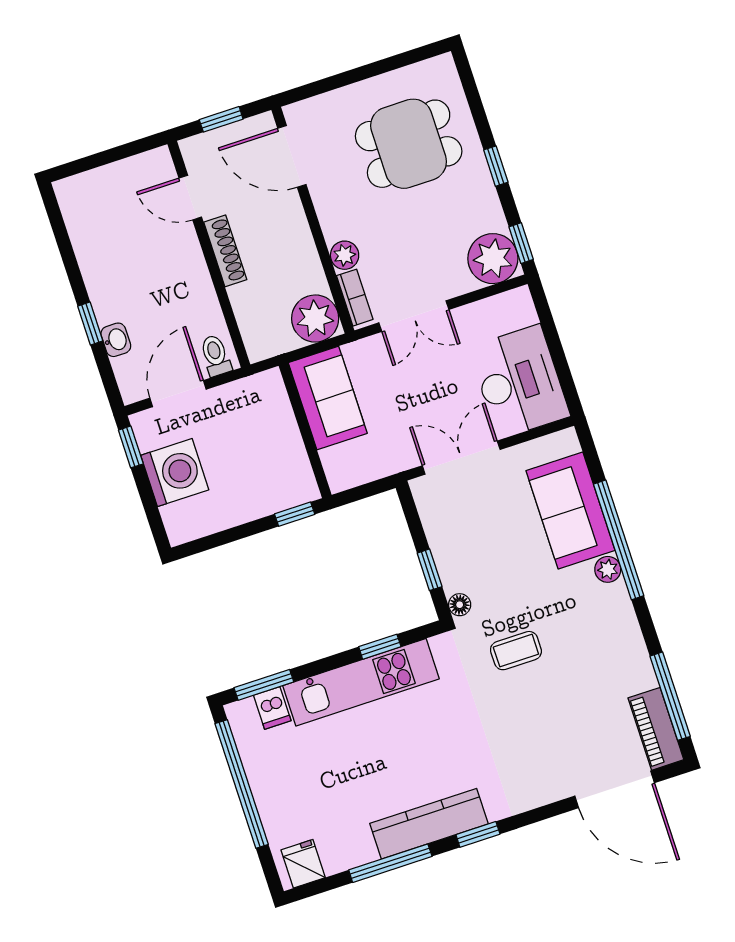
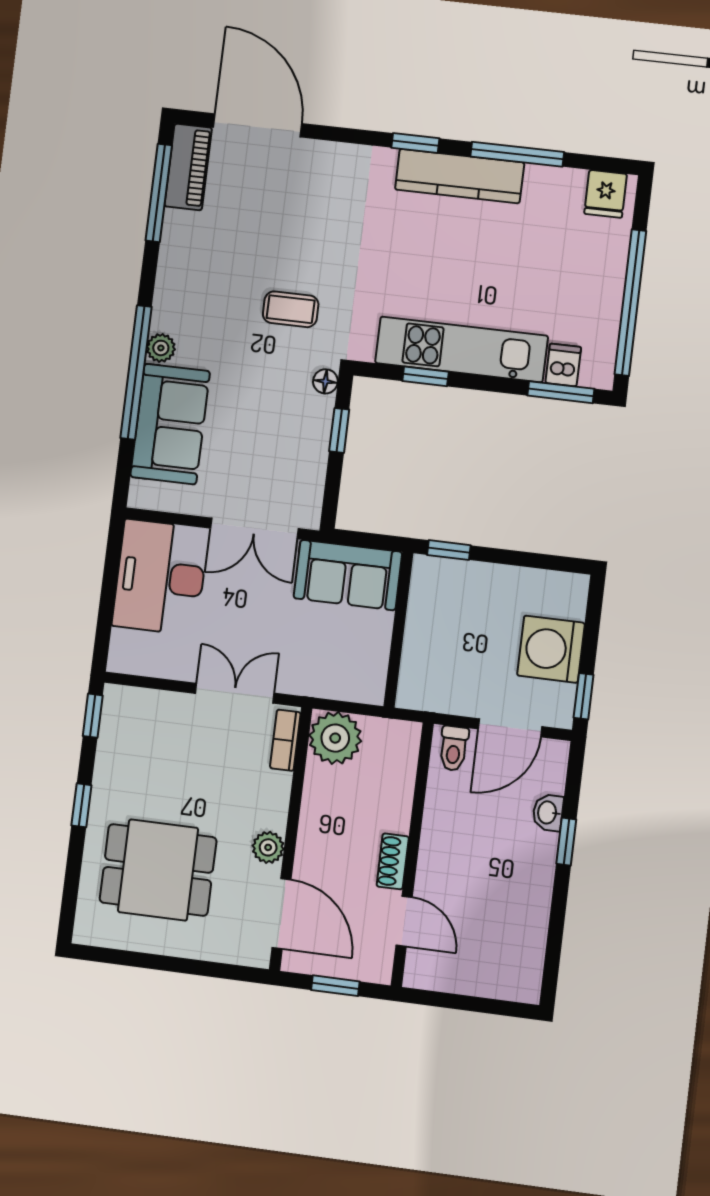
shoe rack: (225, 251) -> (393, 861), width x0.70
plant: (345, 255) -> (268, 847), moved
plant: (493, 259) -> (128, 714), removed
sofa: (328, 398) -> (348, 575), moved, turned -90

